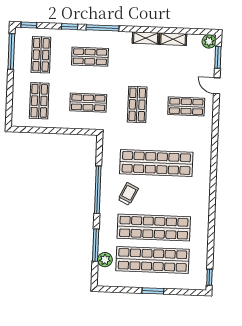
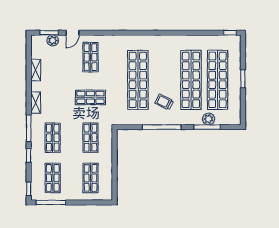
shelving: (146, 38) -> (36, 103), moved
plant: (209, 41) -> (53, 40), moved
shop shelf: (41, 55) -> (53, 178), turned 90
shop shelf: (39, 101) -> (90, 178), turned 90
plant: (105, 260) -> (209, 119), moved

